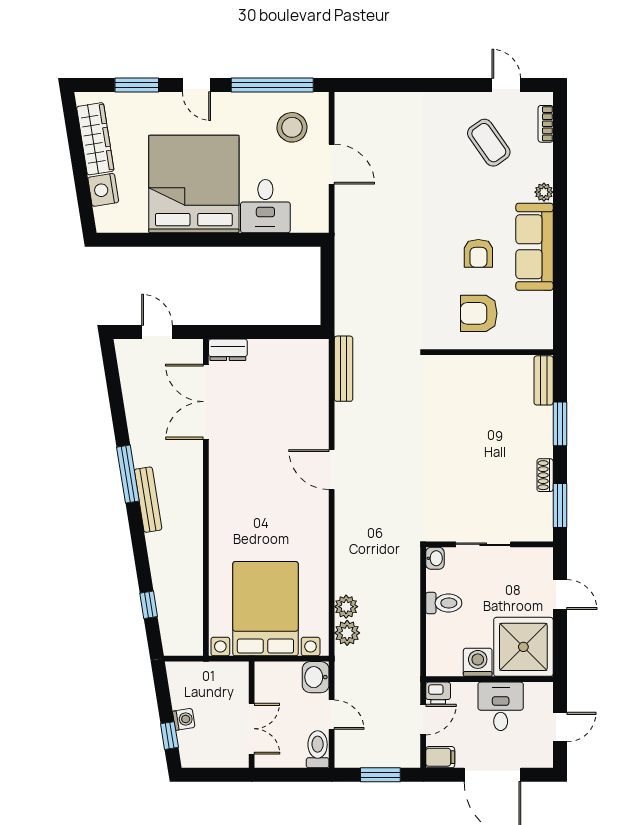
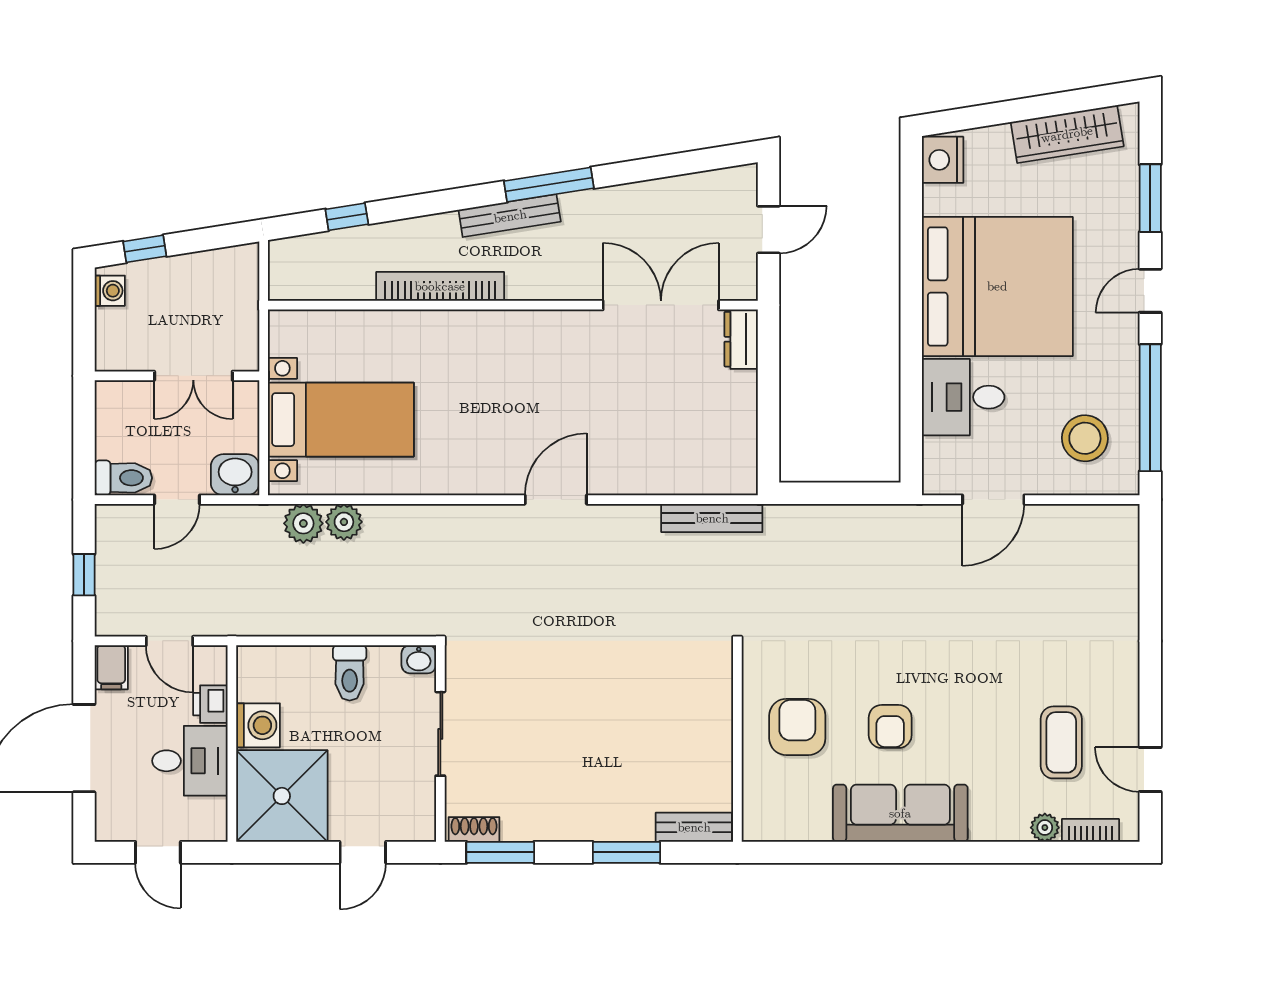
door: (506, 85) -> (1150, 770), swing flipped
coffee table: (489, 143) -> (1061, 742), turned -55
door: (332, 164) -> (993, 500), moved
nightstand: (103, 190) -> (943, 160), moved, turned -81
plant: (544, 192) -> (1045, 828), moved
armchair: (478, 253) -> (890, 726), turned -90
shoe rack: (545, 475) -> (474, 829), moved
bookcase: (194, 544) -> (440, 286), added
bed with nightstands: (265, 609) -> (341, 420), width x0.73
printer: (438, 693) -> (210, 704), moved
washing machine: (184, 719) -> (110, 291), moved, turned -81
double door: (252, 729) -> (193, 376), moved
window: (380, 775) -> (84, 575), width x0.67

